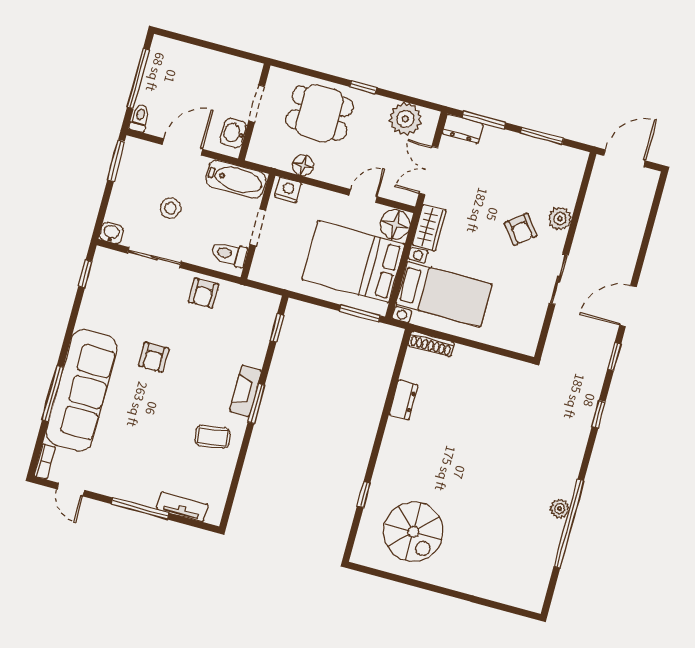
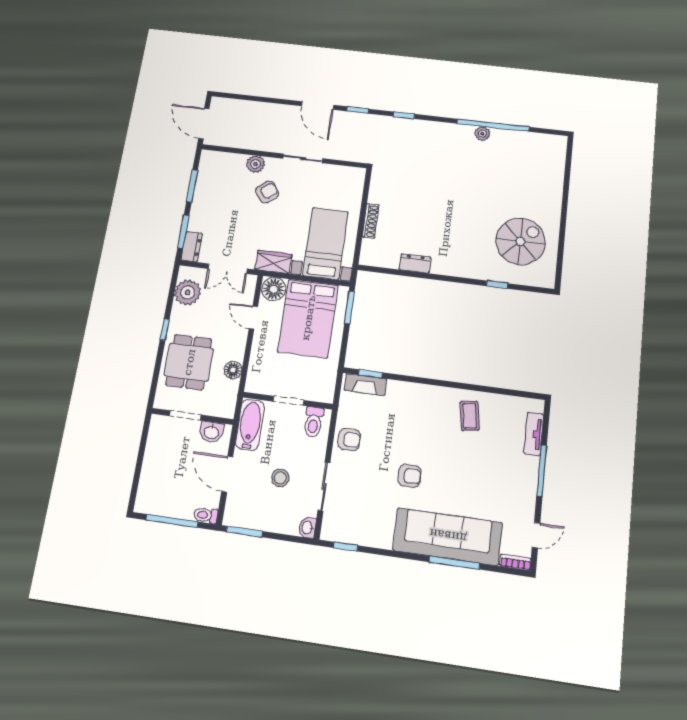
nightstand: (288, 190) -> (255, 380), removed
shoe rack: (431, 344) -> (371, 221), moved
fireplace: (246, 391) -> (365, 385), moved
window: (256, 404) -> (436, 382), removed

